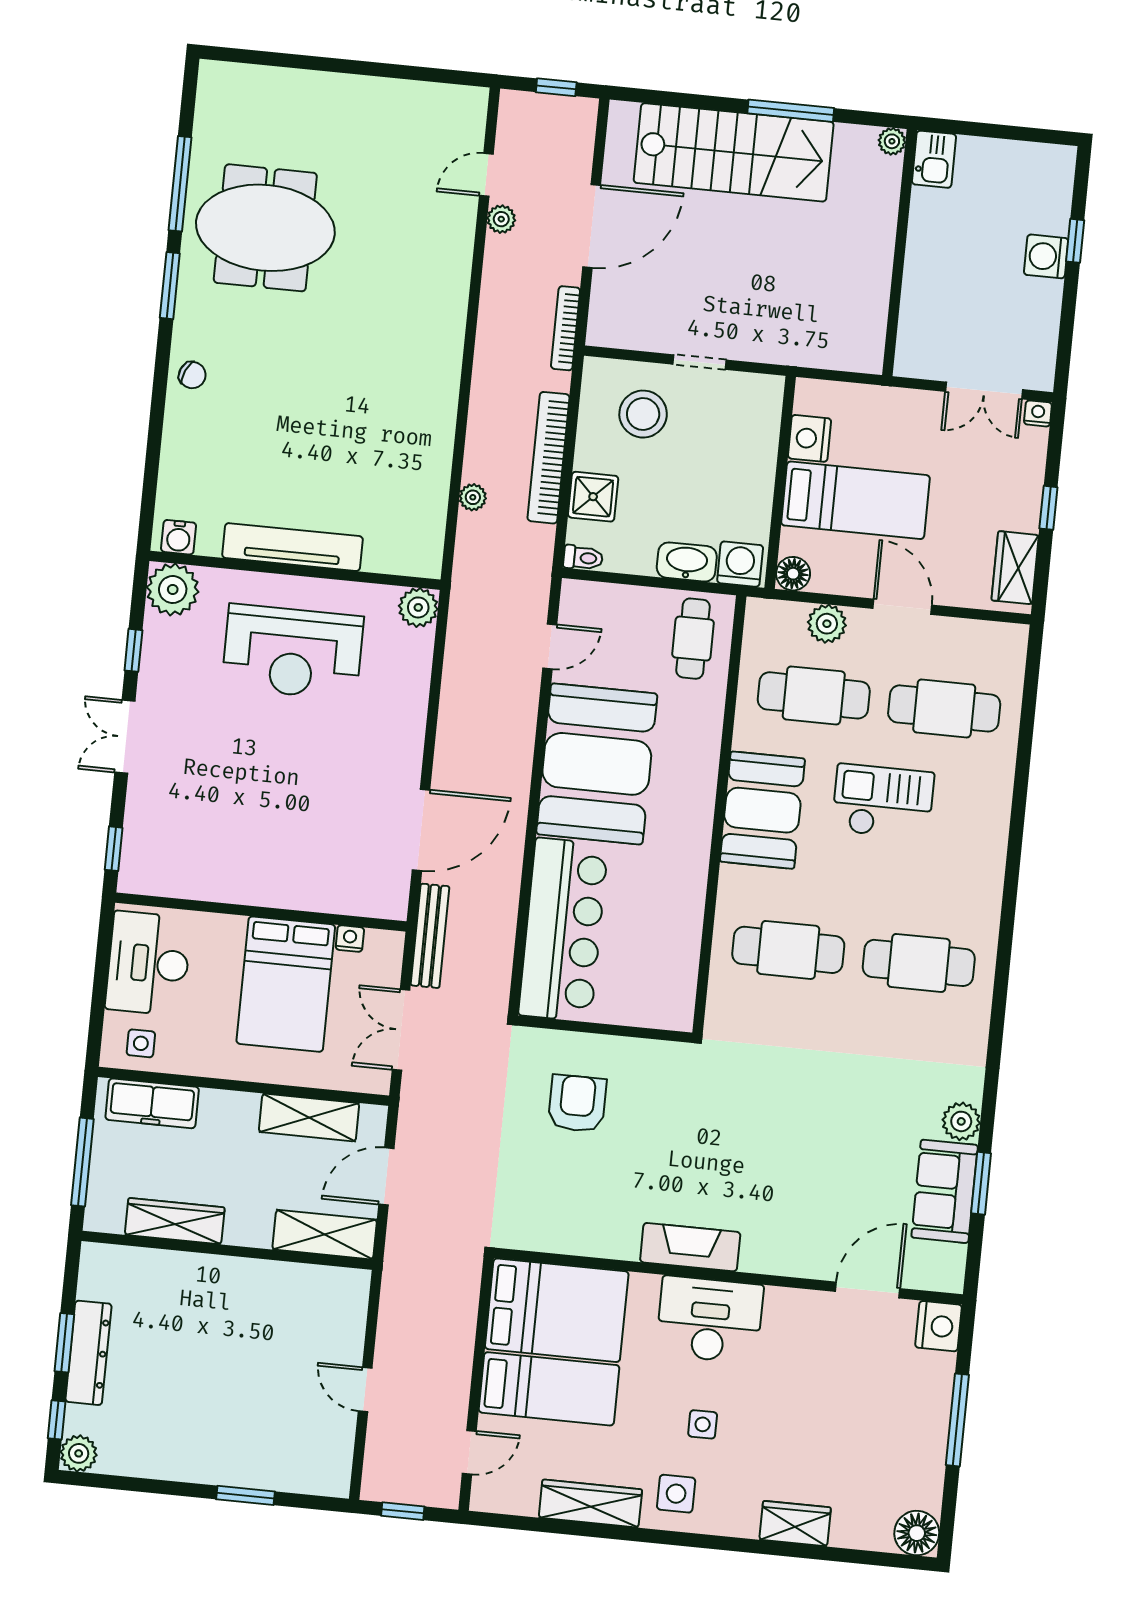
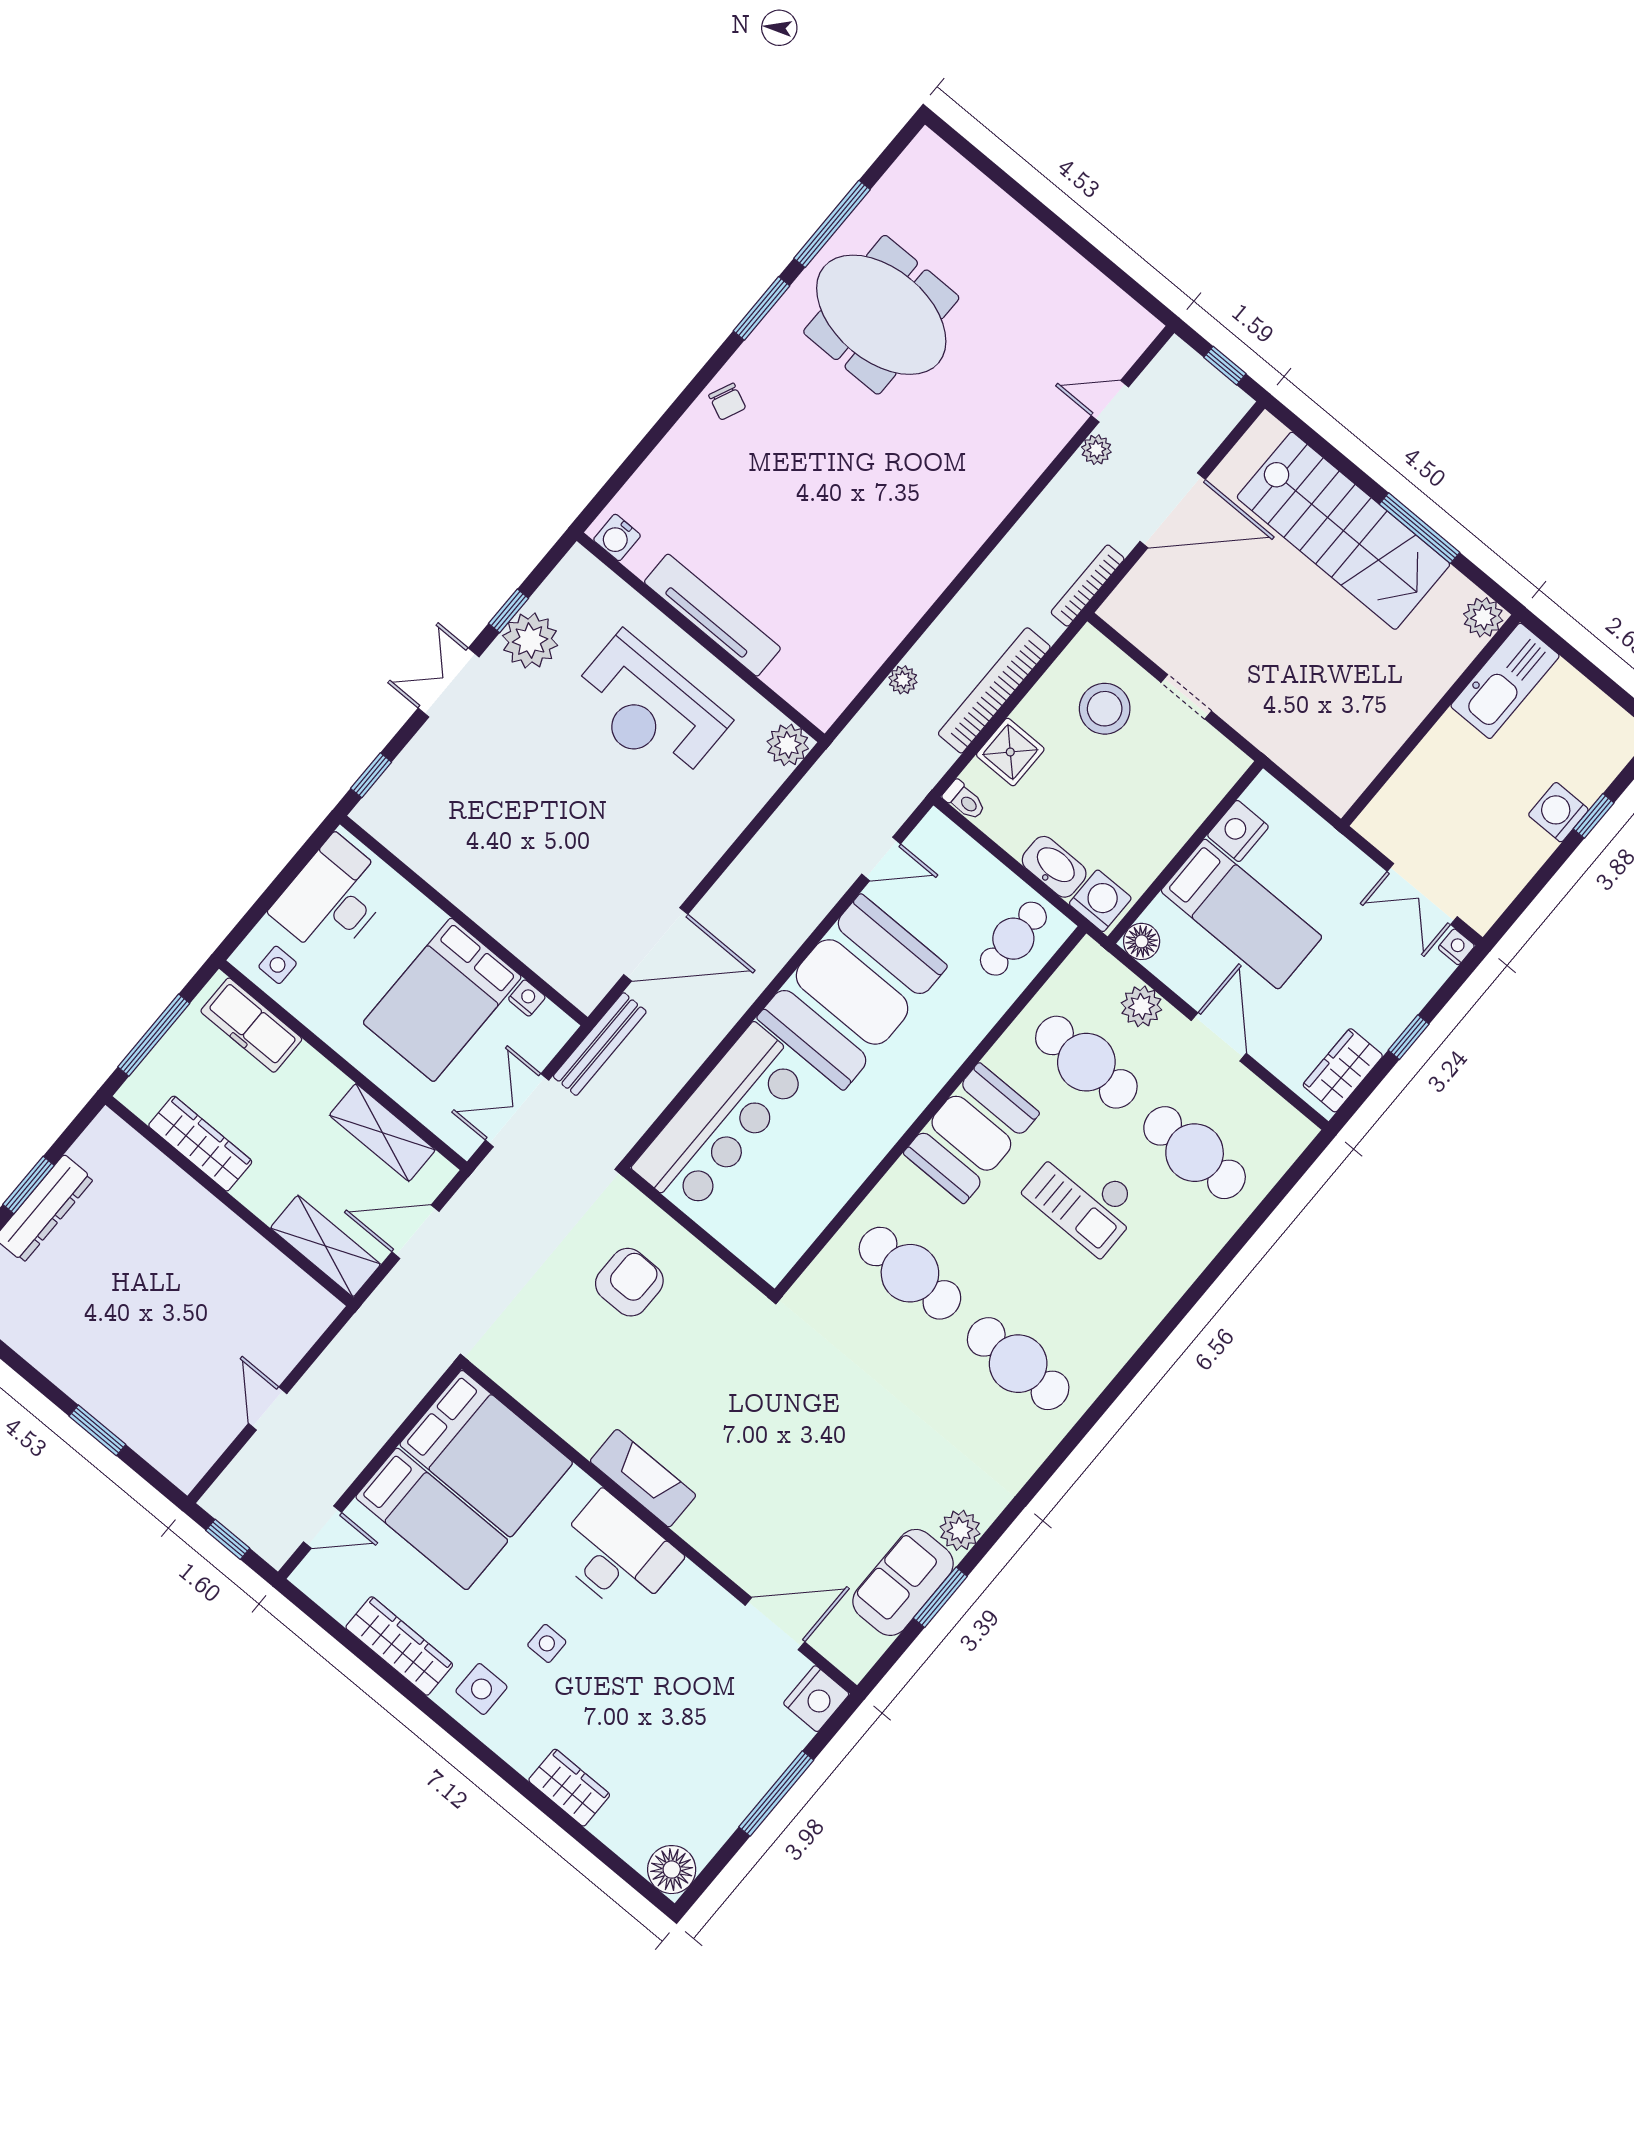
plant: (892, 141) -> (1483, 617), width x1.38, depth x1.38
kitchen sink: (934, 159) -> (1505, 681), width x1.88, depth x1.24
plant: (173, 589) -> (530, 640), moved
checkout: (883, 802) -> (1084, 1199), turned 180

